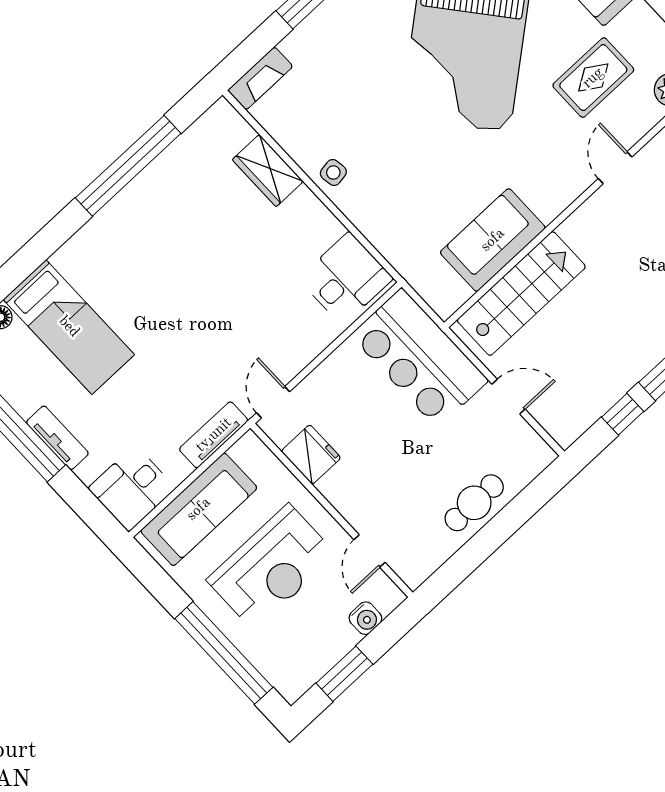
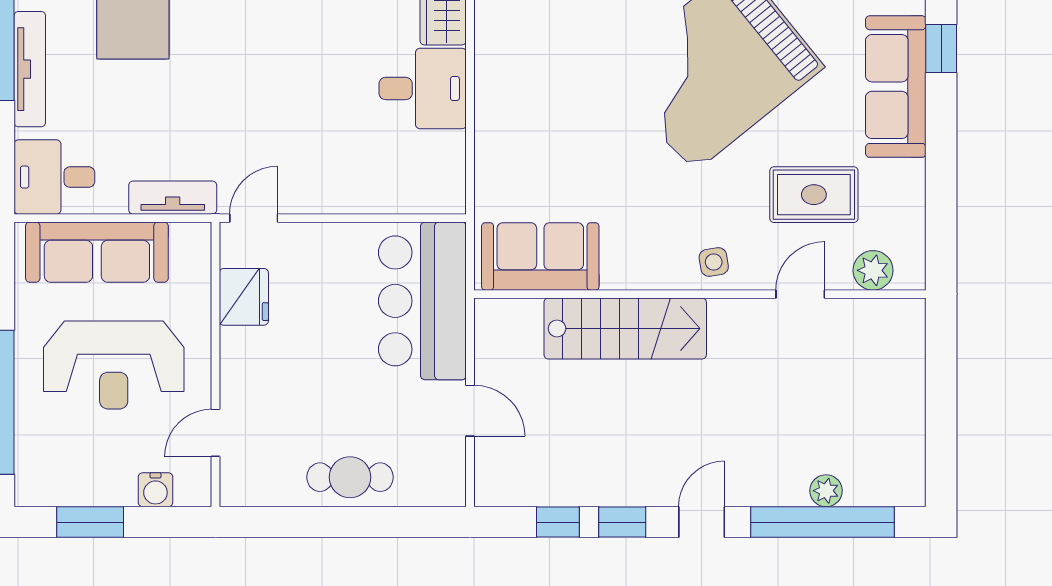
door: (615, 168) -> (800, 294), moved
side table: (333, 172) -> (714, 262), moved
sofa: (493, 240) -> (540, 256), moved
desk: (346, 279) -> (423, 88), moved
stairs: (521, 294) -> (625, 328), moved
tv unit: (57, 438) -> (30, 69), width x1.41

